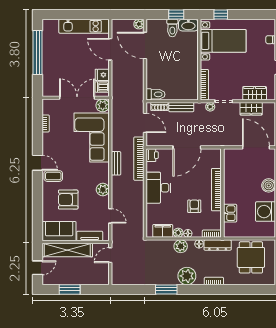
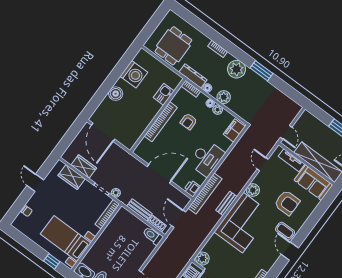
corner sofa: (92, 137) -> (243, 223), moved
filing cabinet: (163, 231) -> (234, 130), moved, turned 90
door: (110, 255) -> (286, 132), hinge flipped

